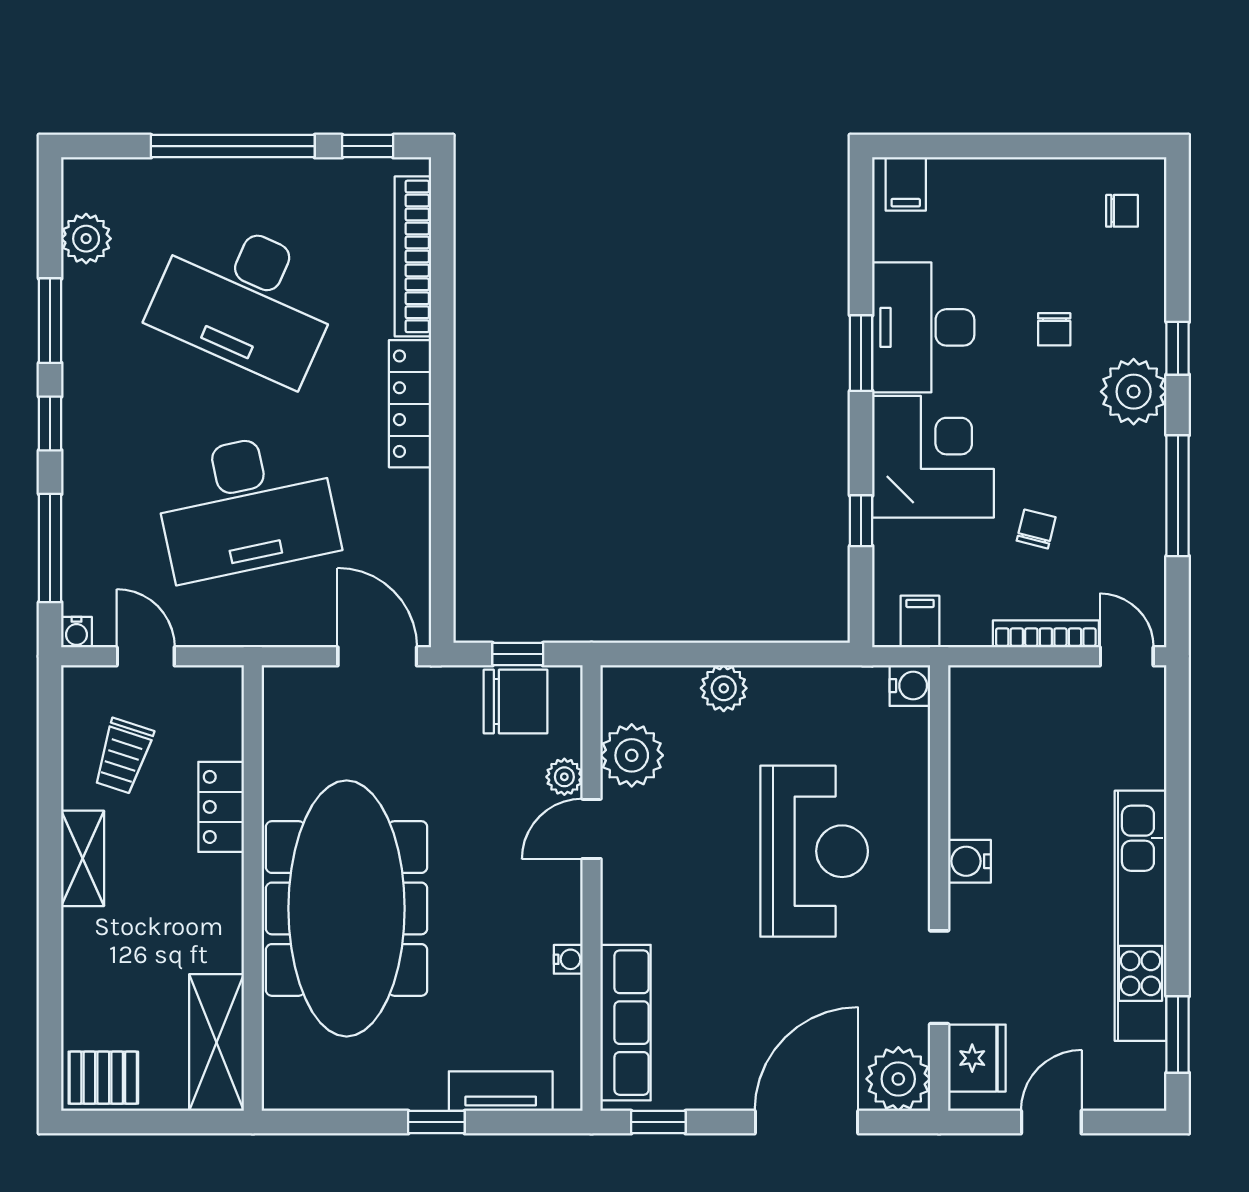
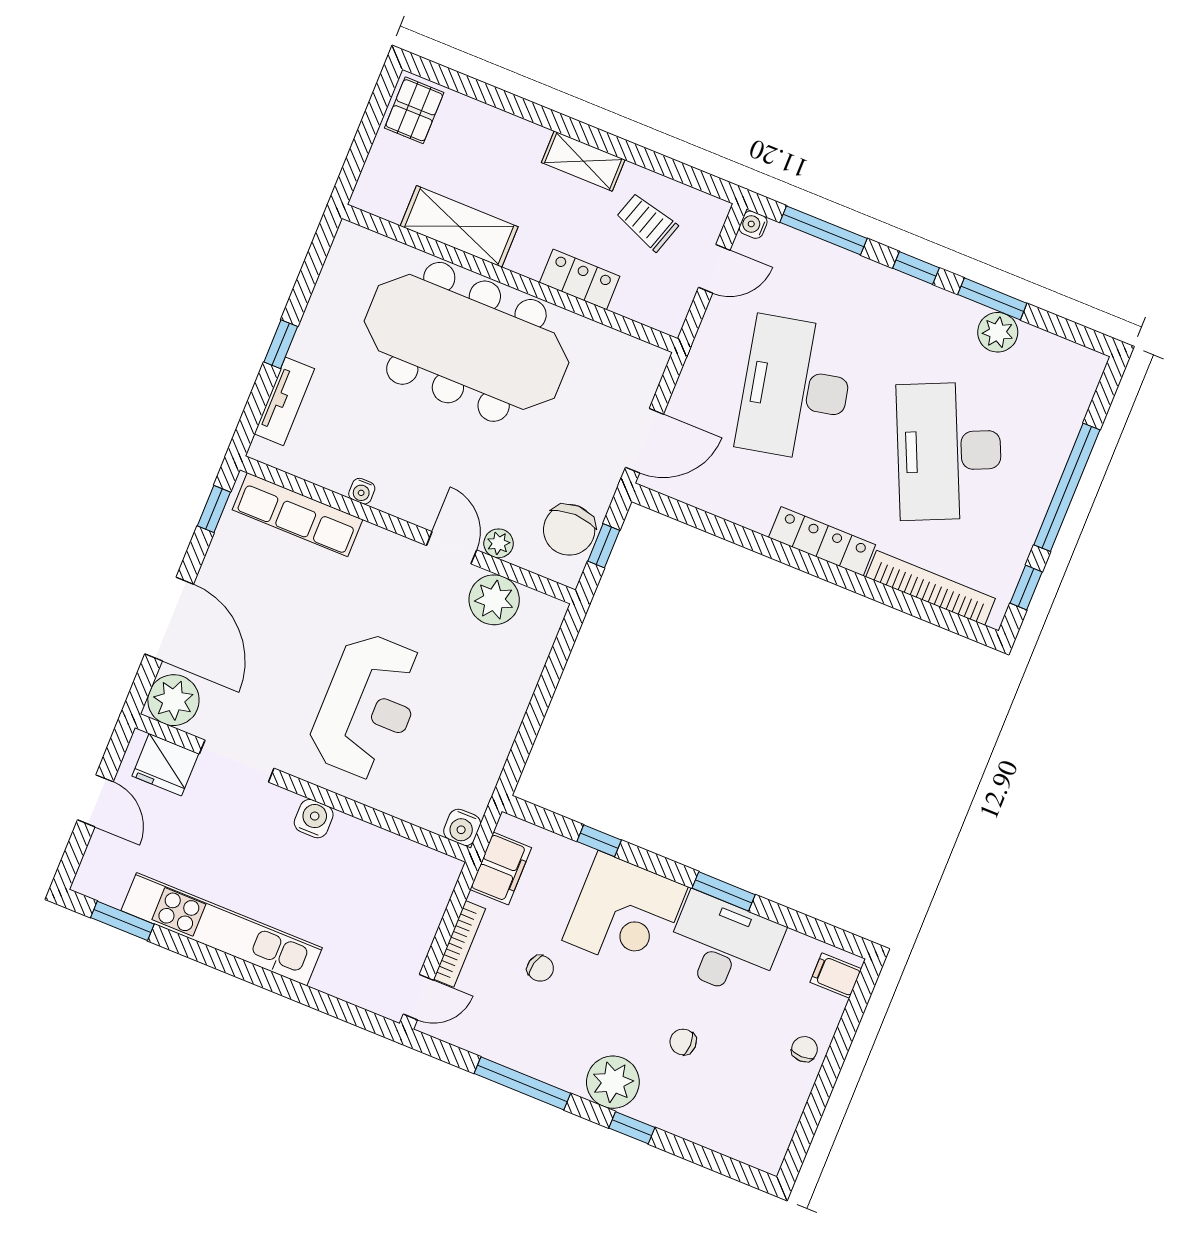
chair: (1122, 211) -> (804, 1049), moved, turned 180
plant: (86, 239) -> (998, 332), moved
desk: (246, 299) -> (949, 451), turned -48
filing cabinet: (920, 622) -> (501, 869), width x2.00
plant: (724, 688) -> (516, 688), removed
reception desk: (814, 851) -> (368, 706), turned -90
shelving: (217, 1042) -> (459, 226), moved

